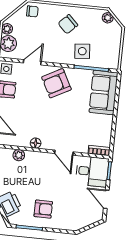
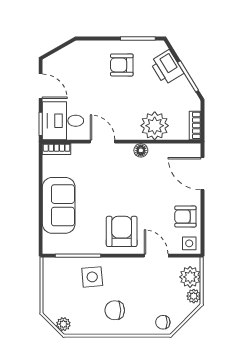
chair: (68, 24) -> (115, 310), turned -135
door: (32, 62) -> (156, 256), swing flipped
armchair: (56, 83) -> (122, 231), turned -62
sofa: (104, 92) -> (59, 205), moved
plant: (19, 155) -> (155, 126), width x1.88, depth x1.88

